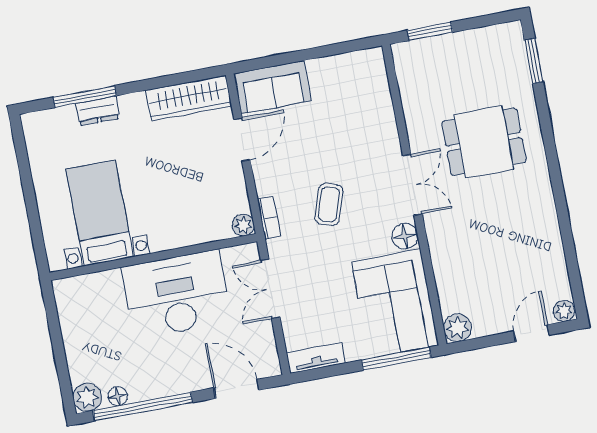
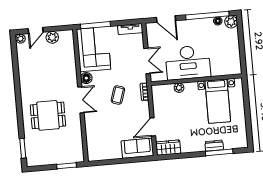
wardrobe: (189, 98) -> (168, 148), width x0.67
double door: (412, 185) -> (81, 100), swing flipped
plant: (243, 225) -> (179, 88), moved
plant: (457, 328) -> (52, 37), moved

